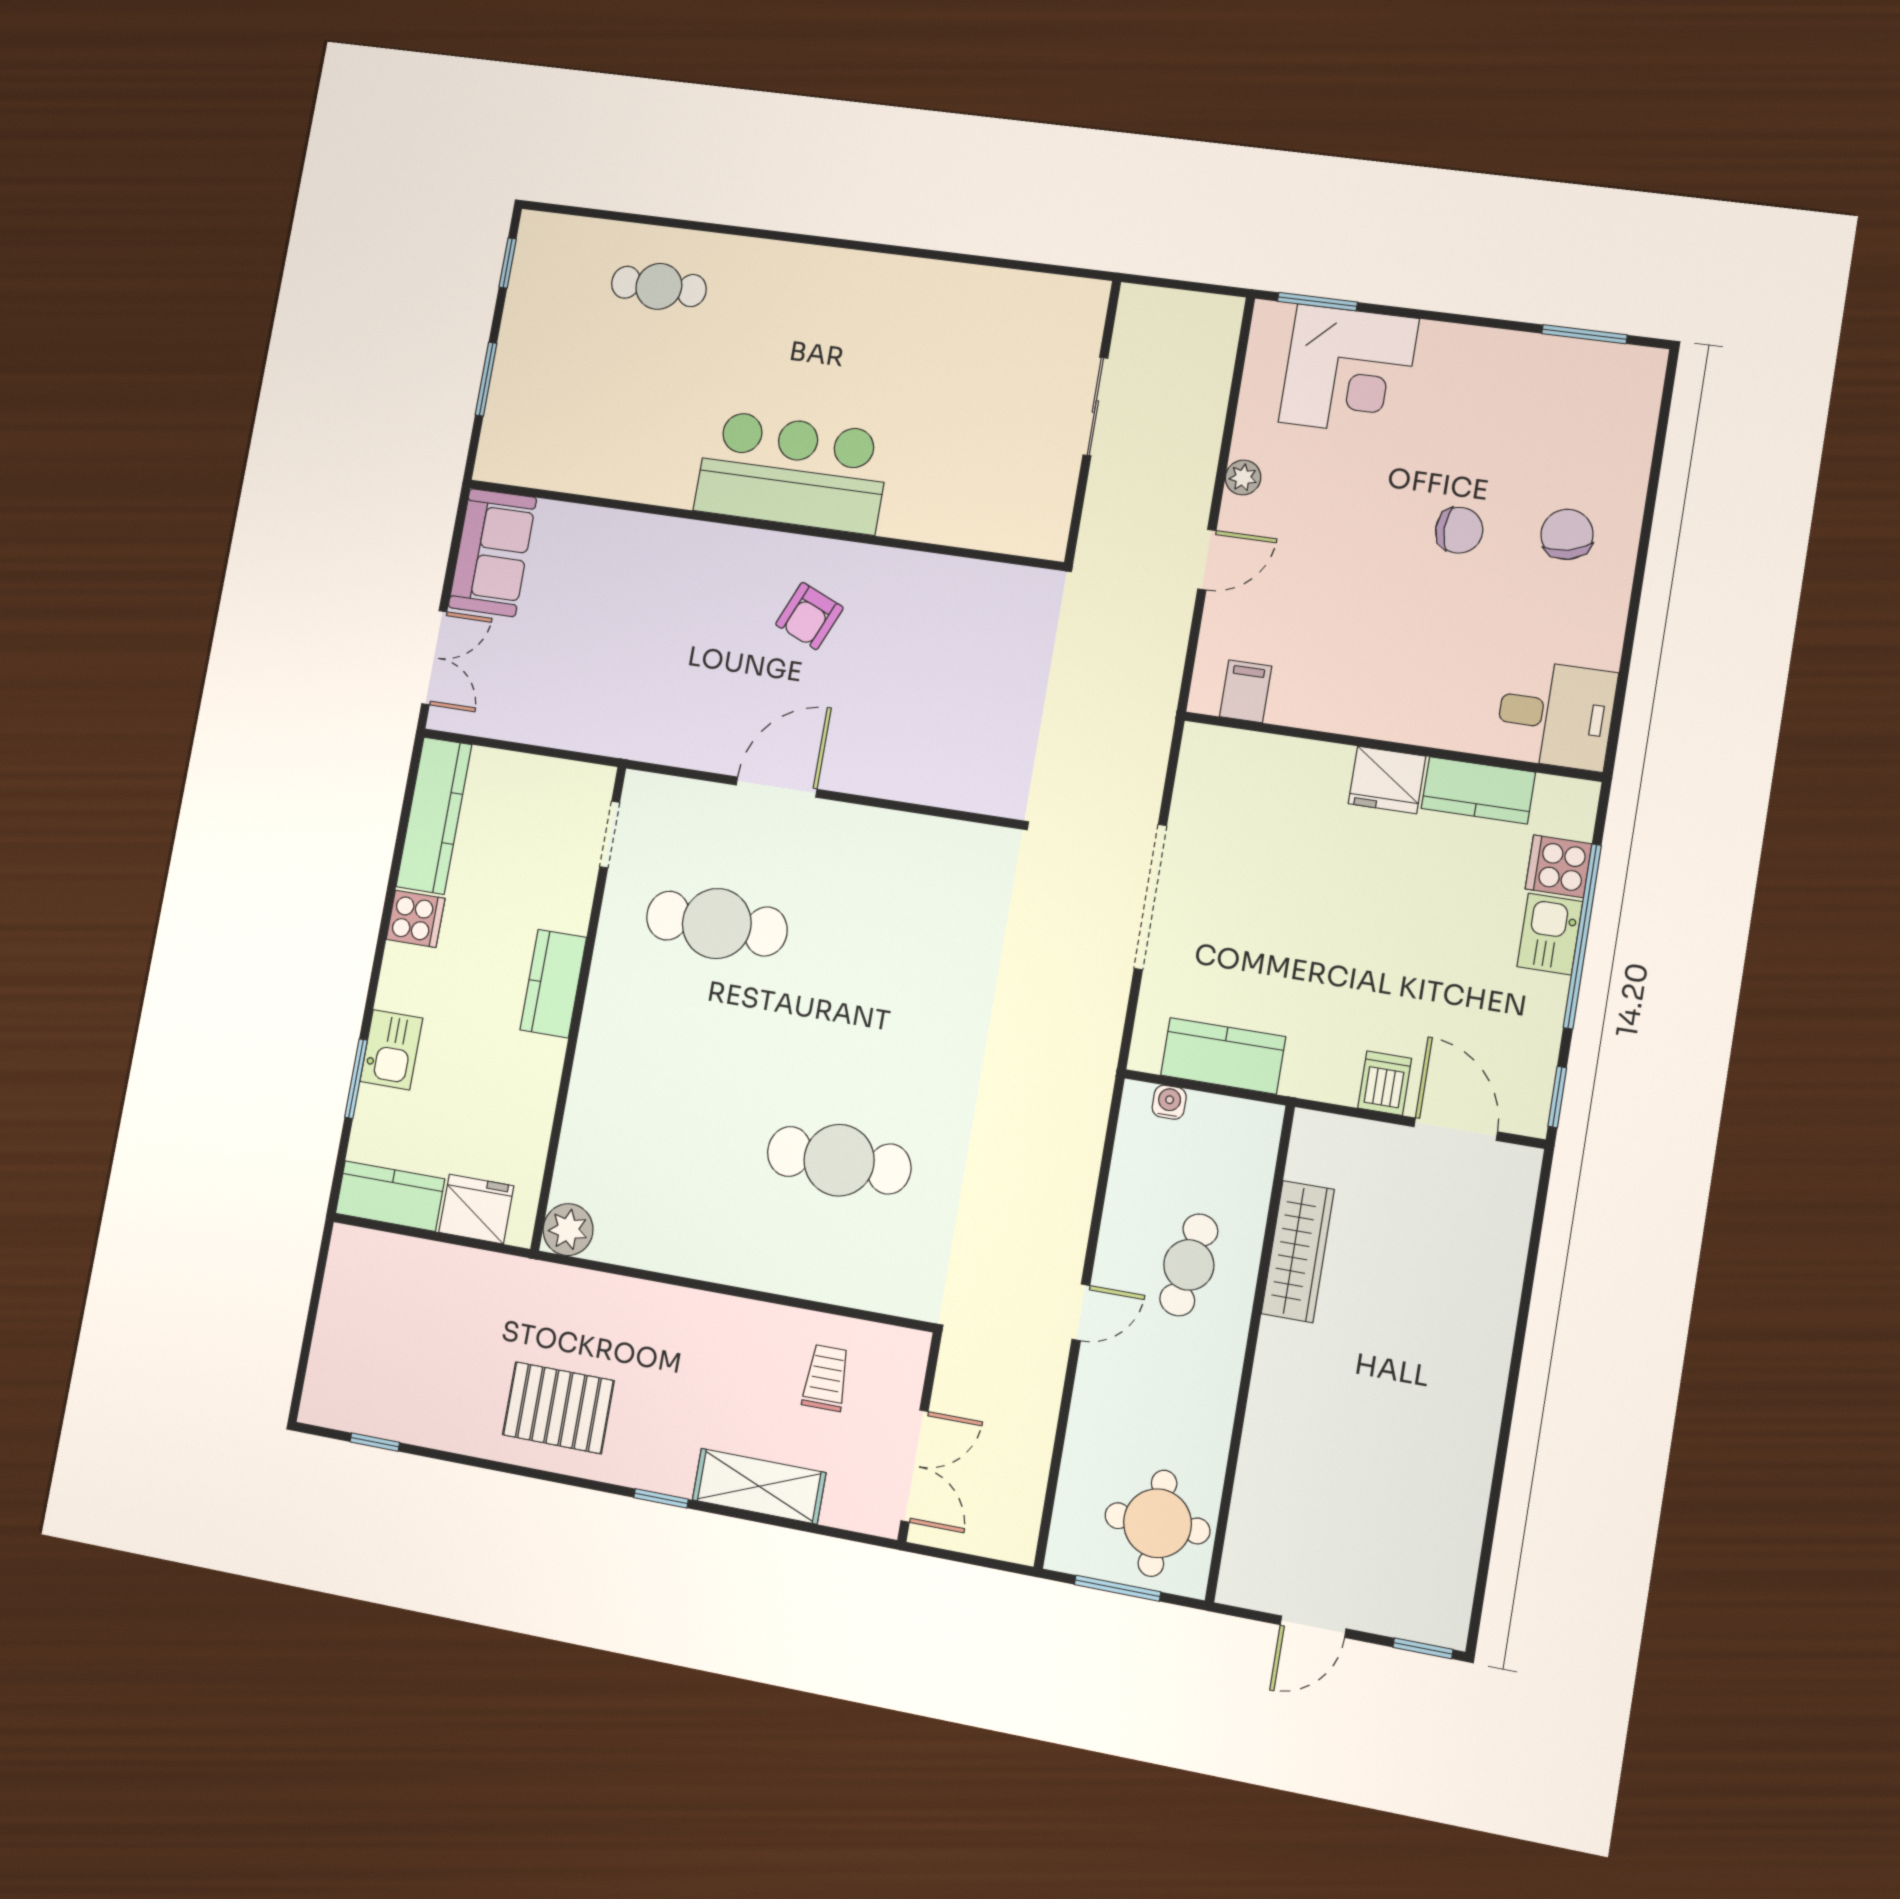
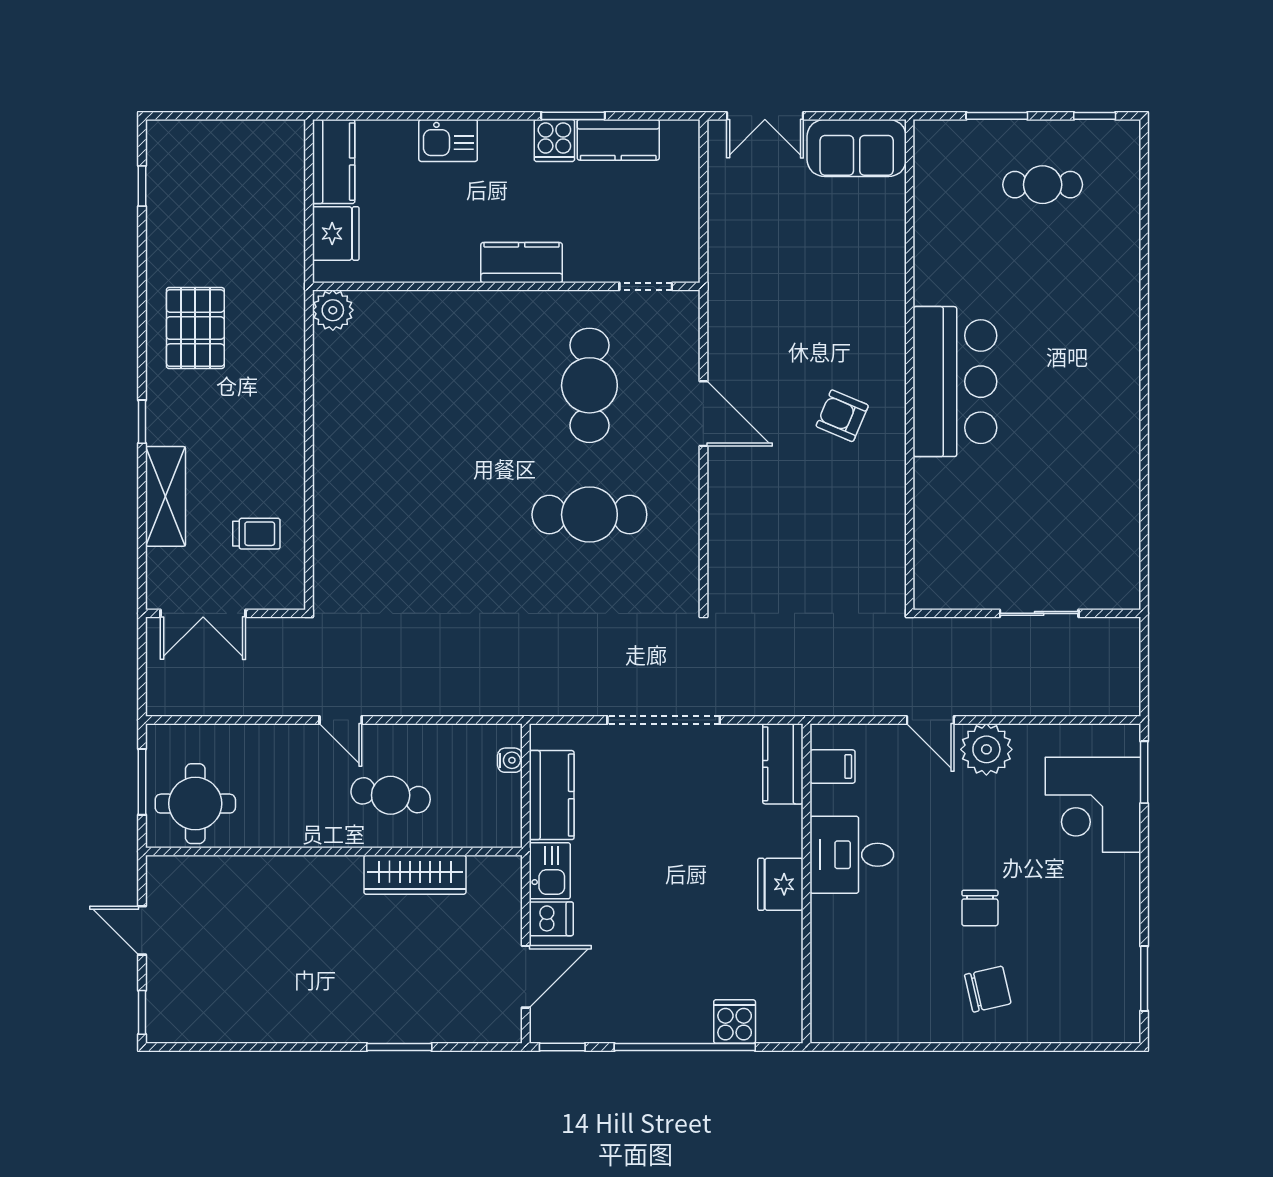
cafe table: (659, 286) -> (1043, 185), moved, turned 90
plant: (1243, 478) -> (986, 749), width x1.88, depth x1.88
desk: (1556, 715) -> (852, 855), moved, turned 90
kitchen counter: (1478, 790) -> (783, 764), moved
kitchen counter: (434, 816) -> (618, 140), width x0.67
kitchen sink: (1550, 934) -> (550, 871), moved, turned 90
window: (356, 1079) -> (573, 116), moved
cafe table: (839, 1160) -> (589, 515), moved, turned 90
window: (1524, 1313) -> (399, 1047), added

